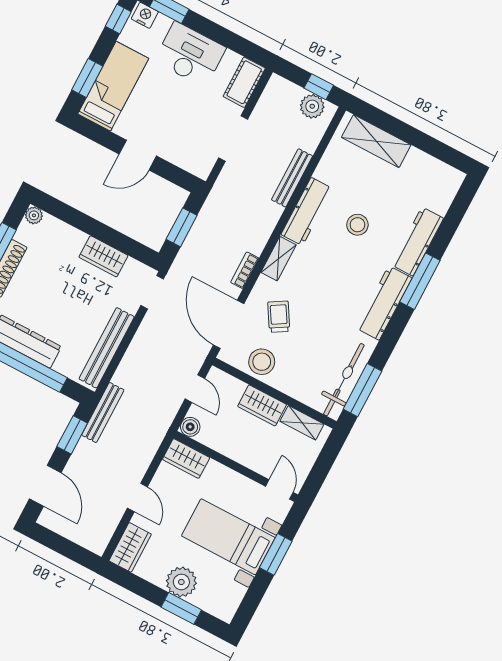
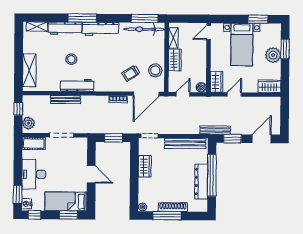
plant: (312, 106) -> (28, 123), moved
shelving: (279, 259) -> (37, 27), moved
door: (137, 498) -> (234, 95), moved
window: (276, 554) -> (258, 19), moved

